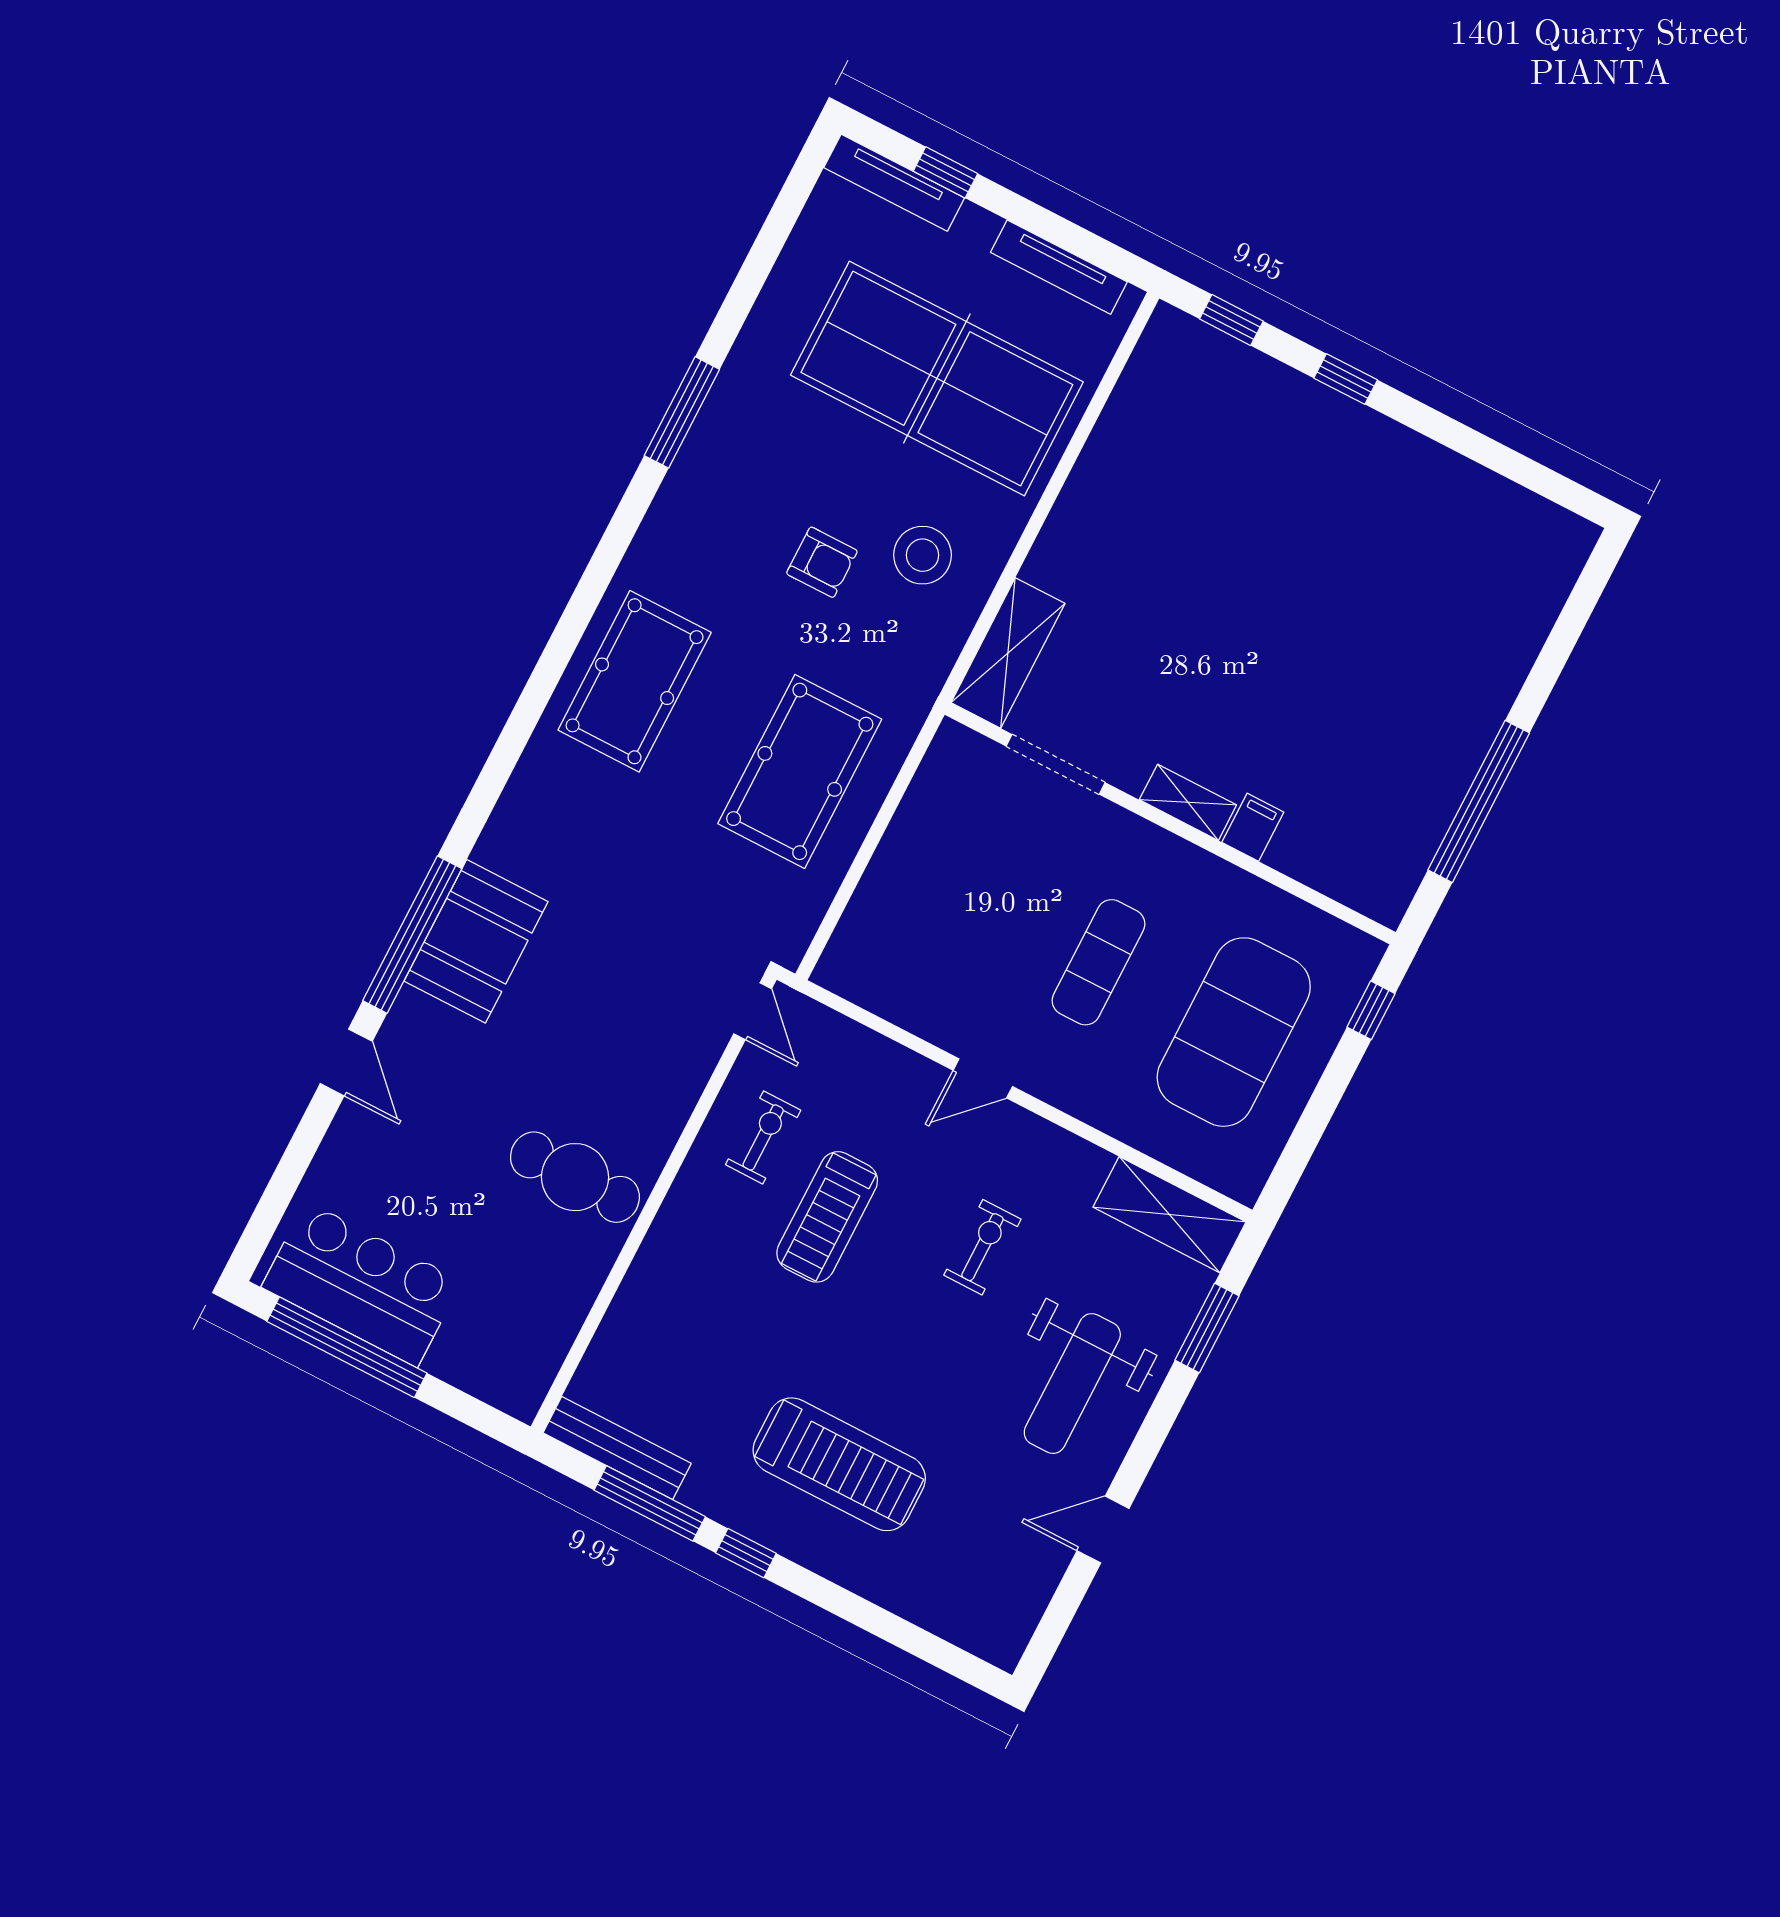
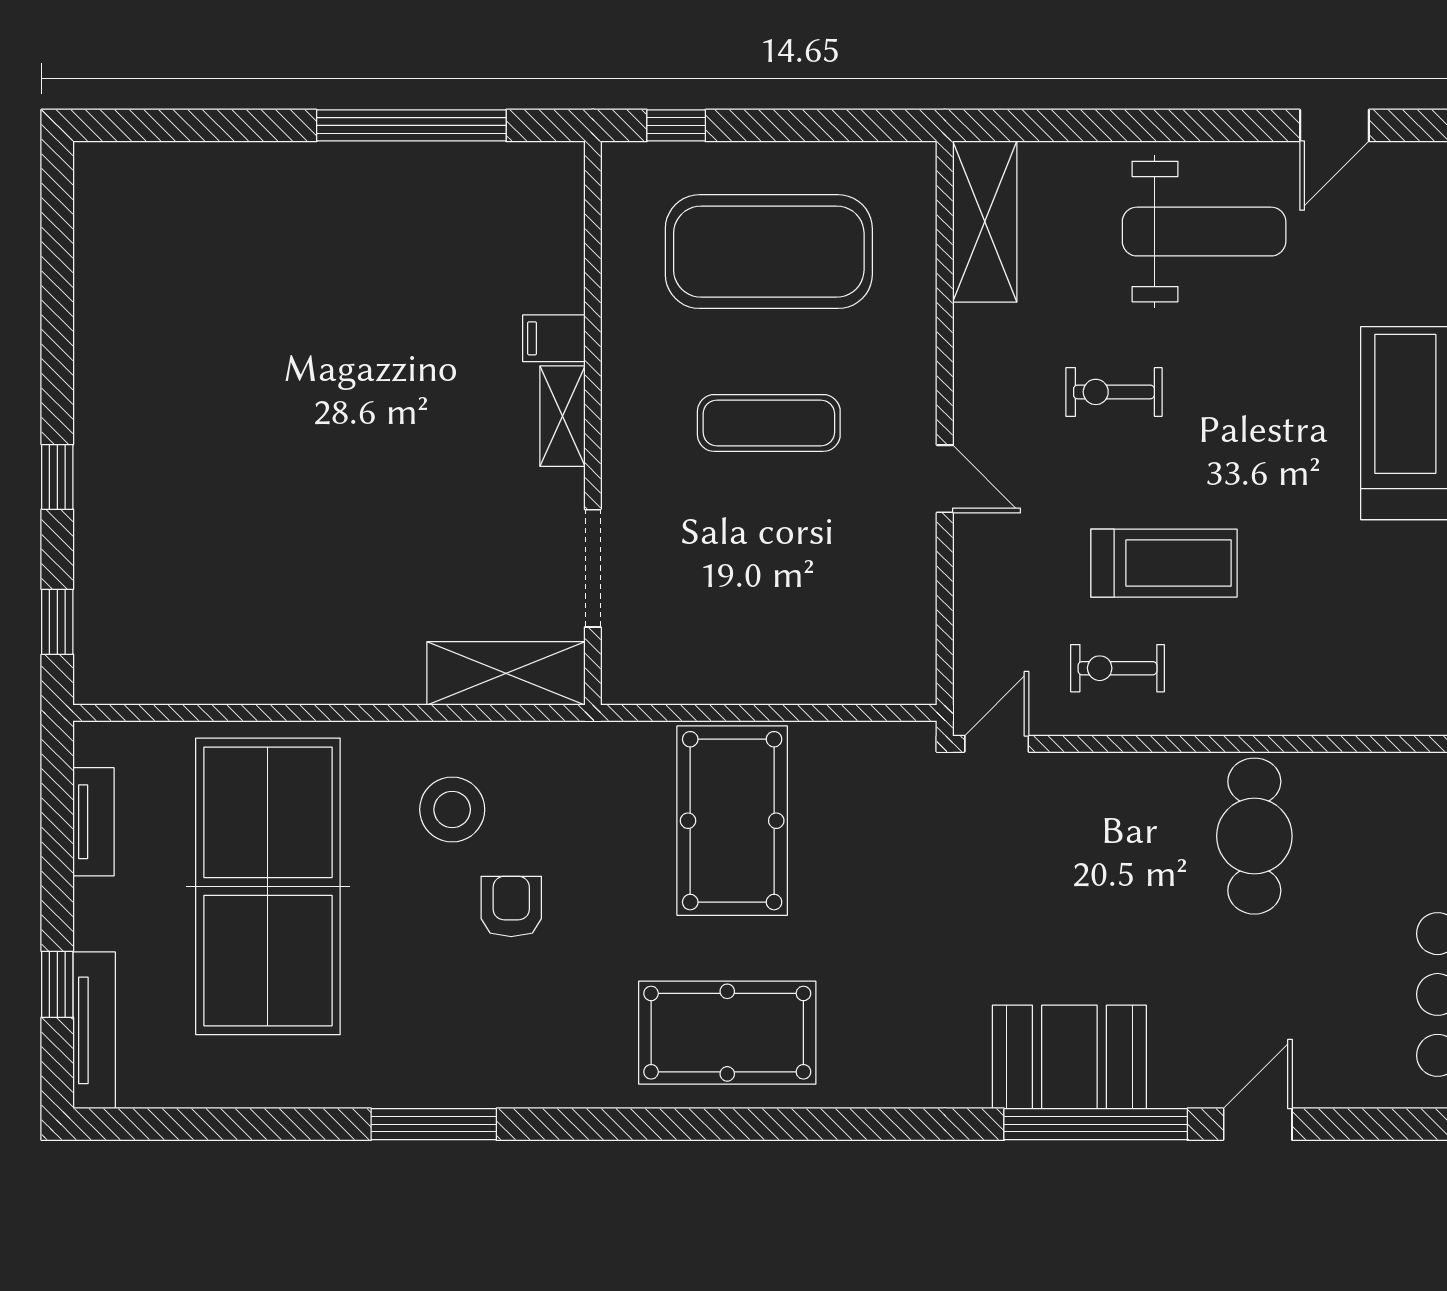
tv unit: (1059, 267) -> (93, 822), width x0.71
pool table: (800, 771) -> (732, 821), turned 90
window: (1207, 1328) -> (1079, 125), removed
door: (1103, 1530) -> (1334, 125), hinge flipped

